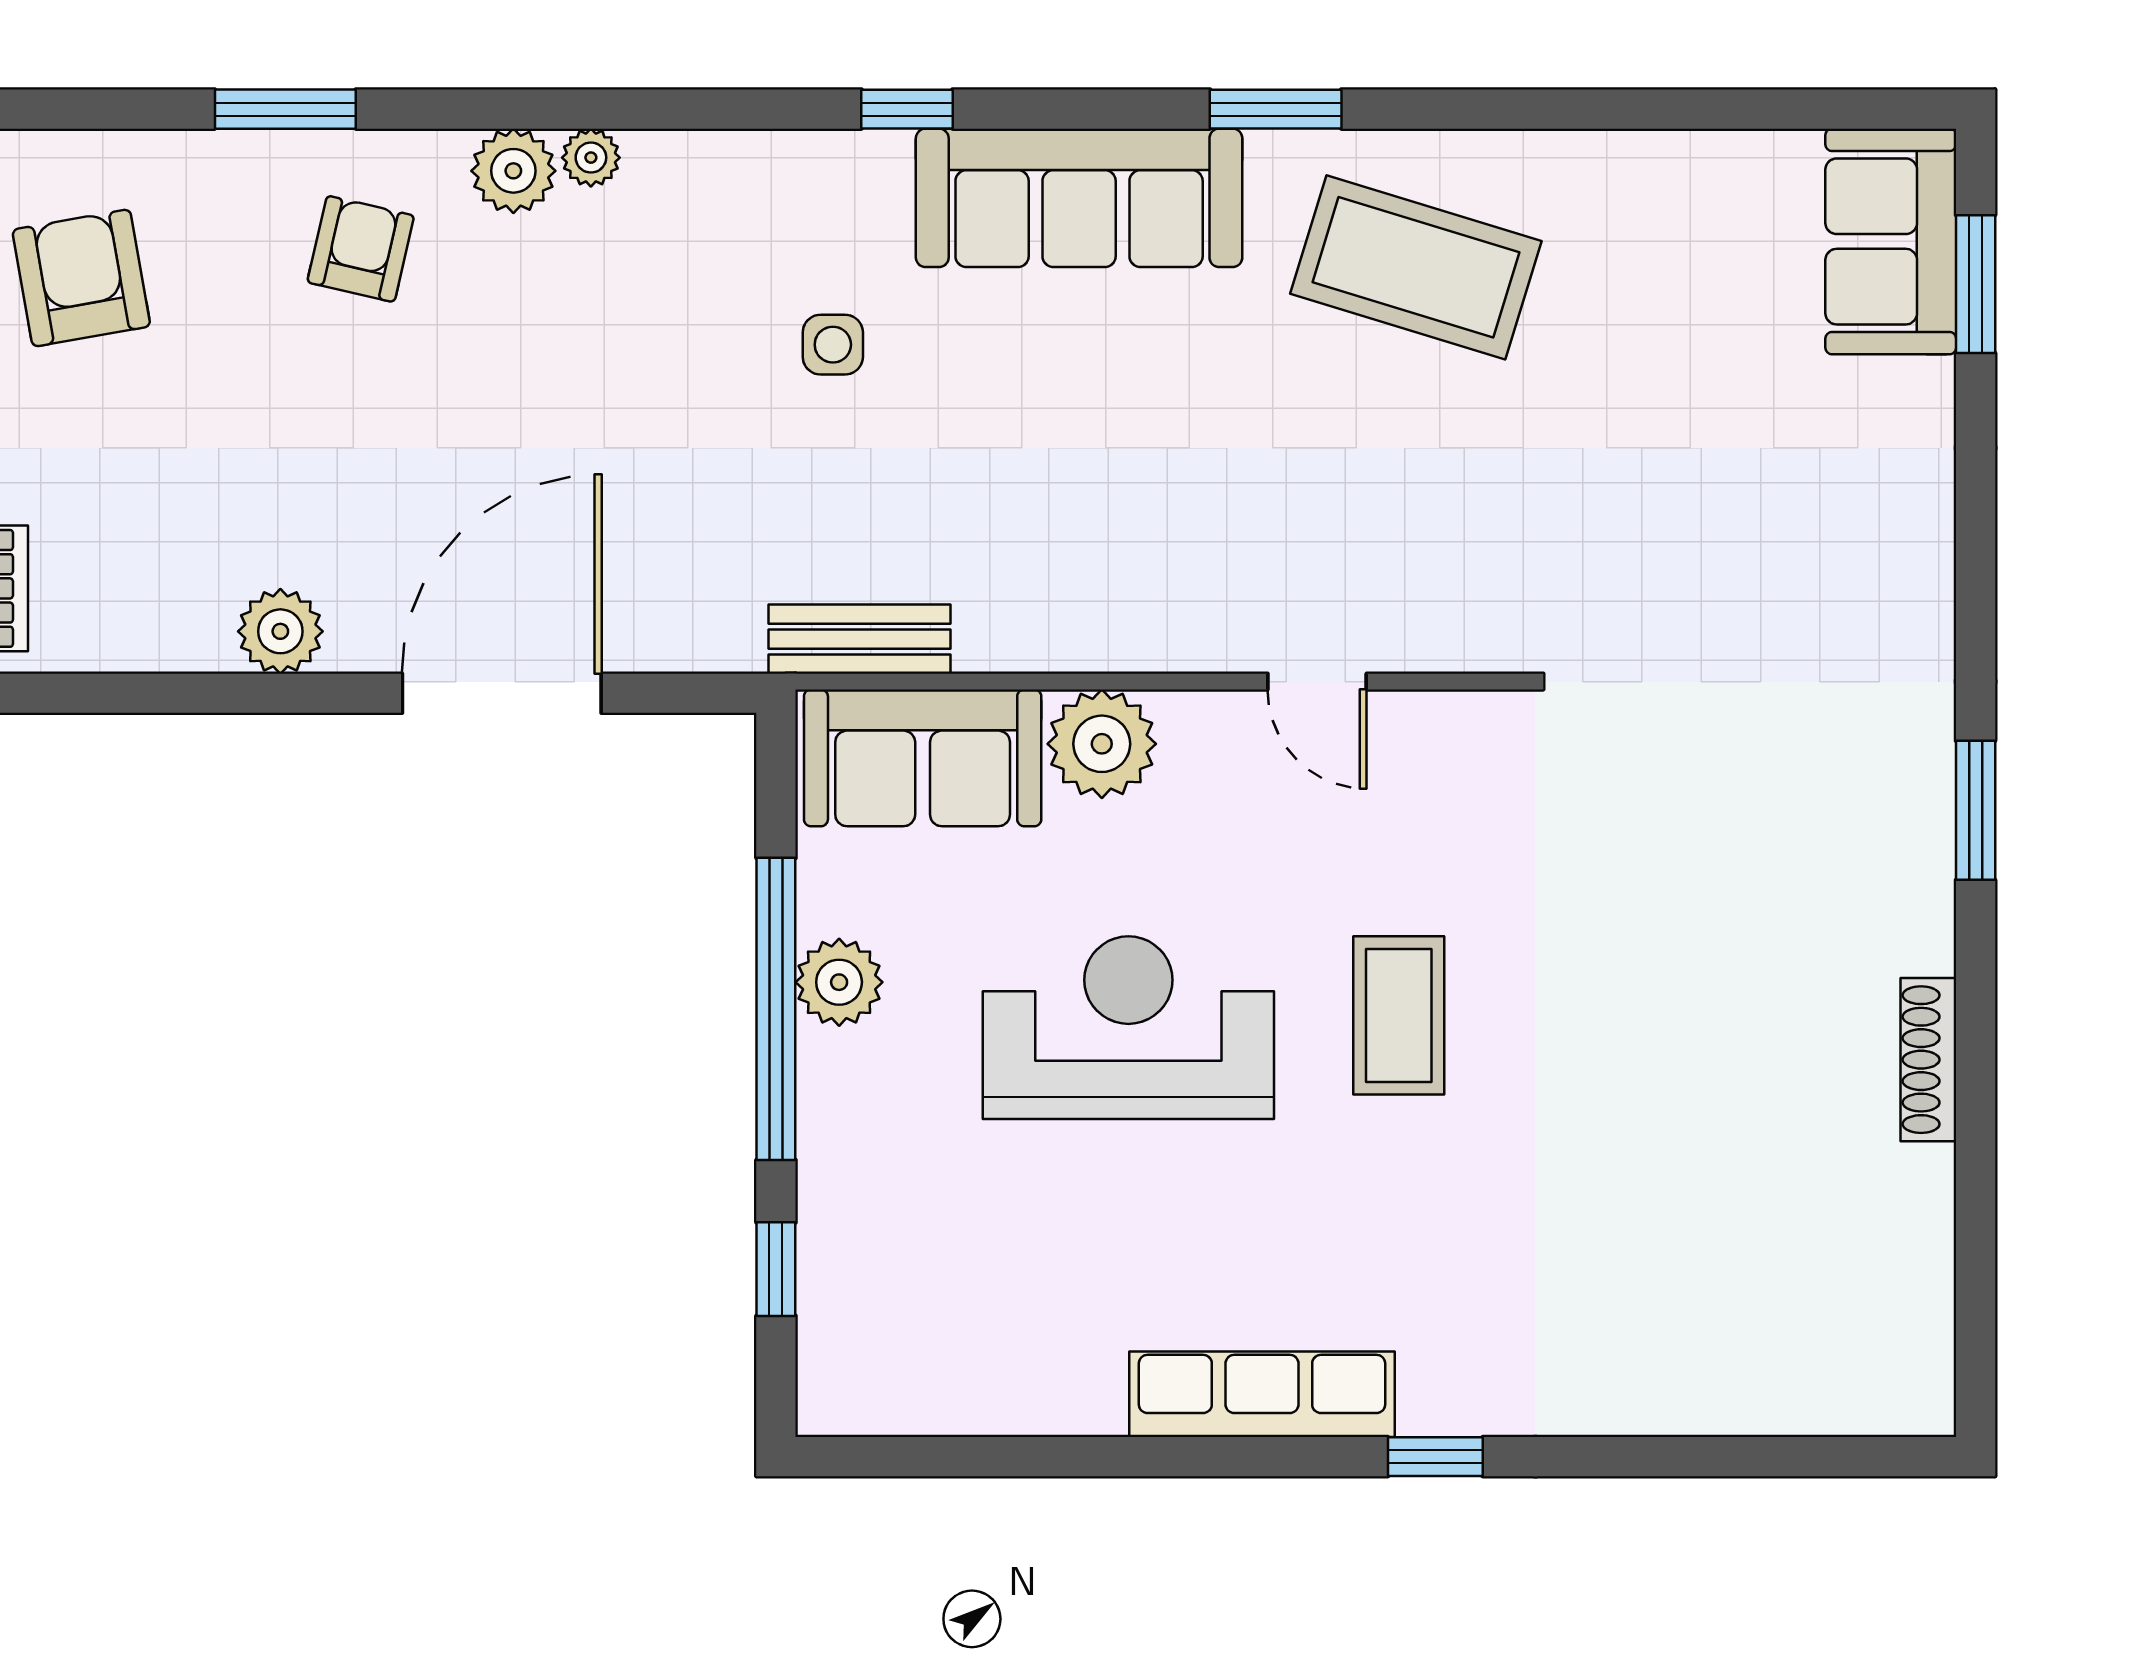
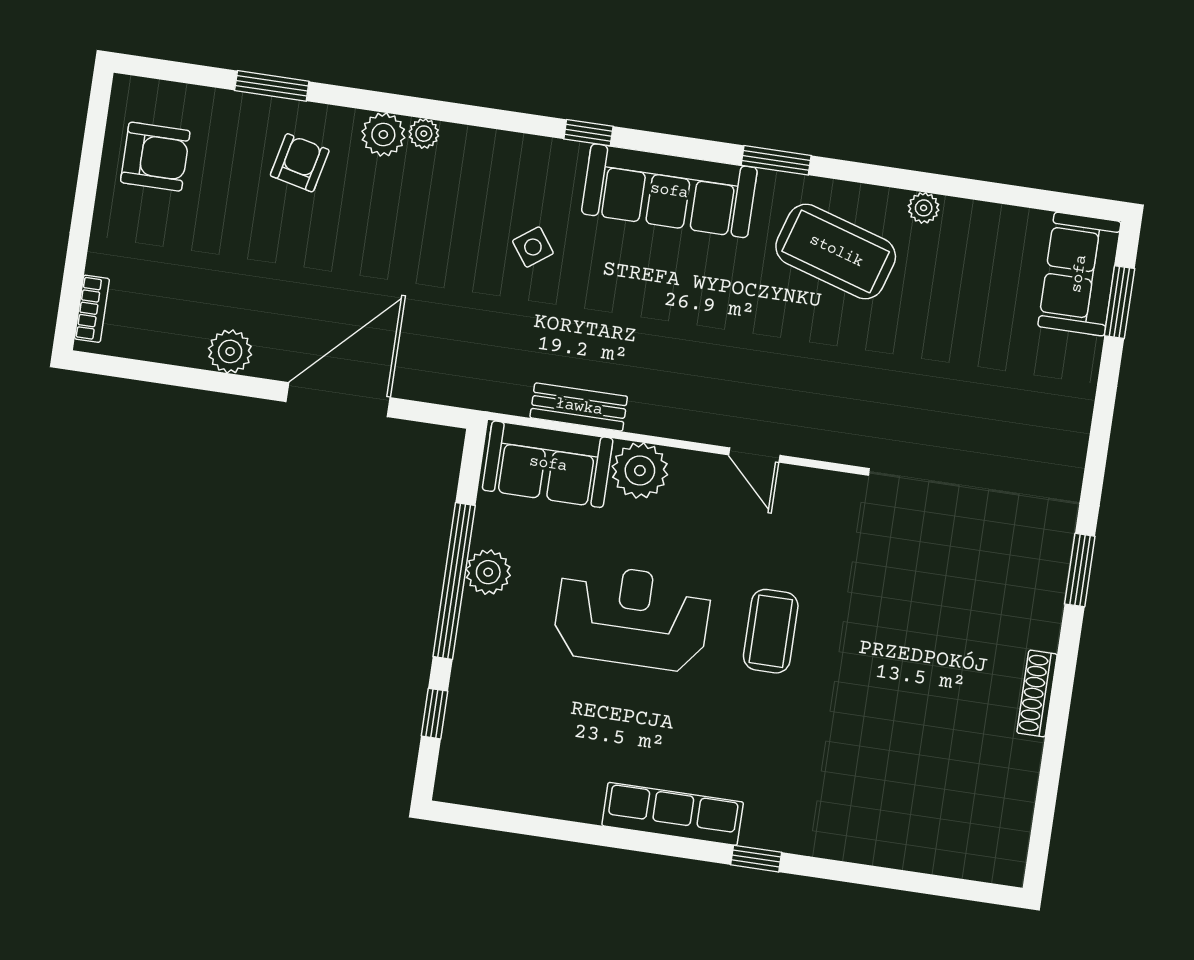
plant: (1572, 159) -> (924, 208), added
armchair: (81, 278) -> (155, 157), turned 100
side table: (833, 345) -> (533, 247), turned -36
bench: (859, 639) -> (579, 407), moved

